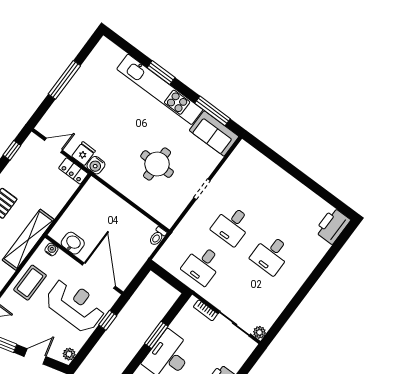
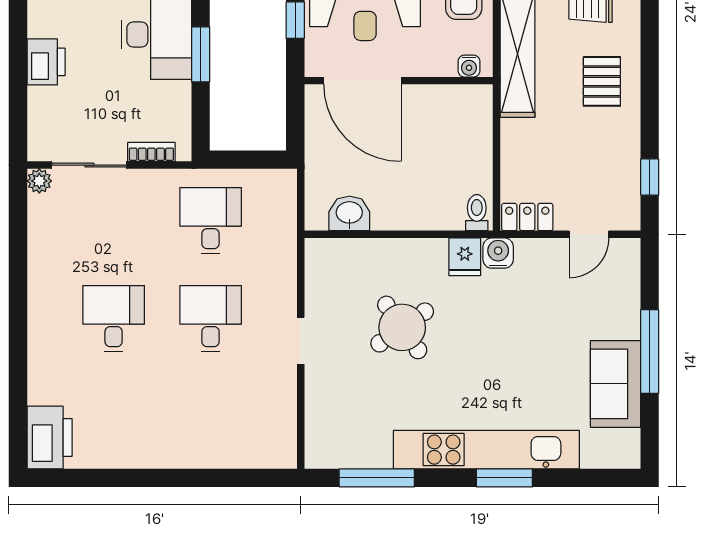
sofa: (214, 133) -> (616, 384), moved, turned -90
fridge: (84, 154) -> (465, 257), moved
round table: (157, 164) -> (402, 327), turned -35
toilet: (158, 236) -> (477, 213), moved
washbasin: (73, 243) -> (349, 213), moved, turned 180

